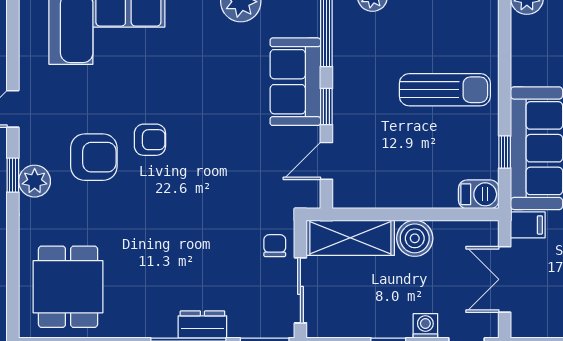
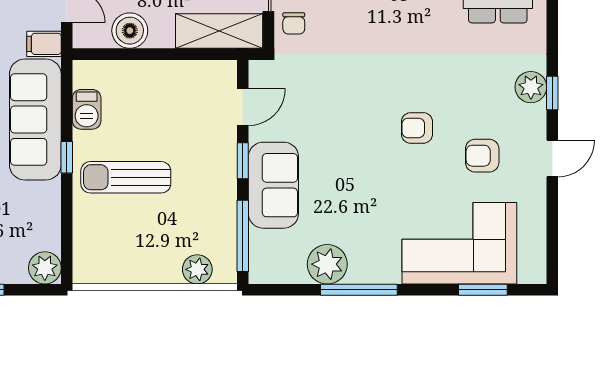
window: (505, 152) -> (67, 157), moved
armchair: (94, 157) -> (482, 156), moved, width x0.72, depth x0.72
barbecue: (479, 194) -> (87, 109), moved, turned -90
boiler: (415, 238) -> (130, 31), moved

